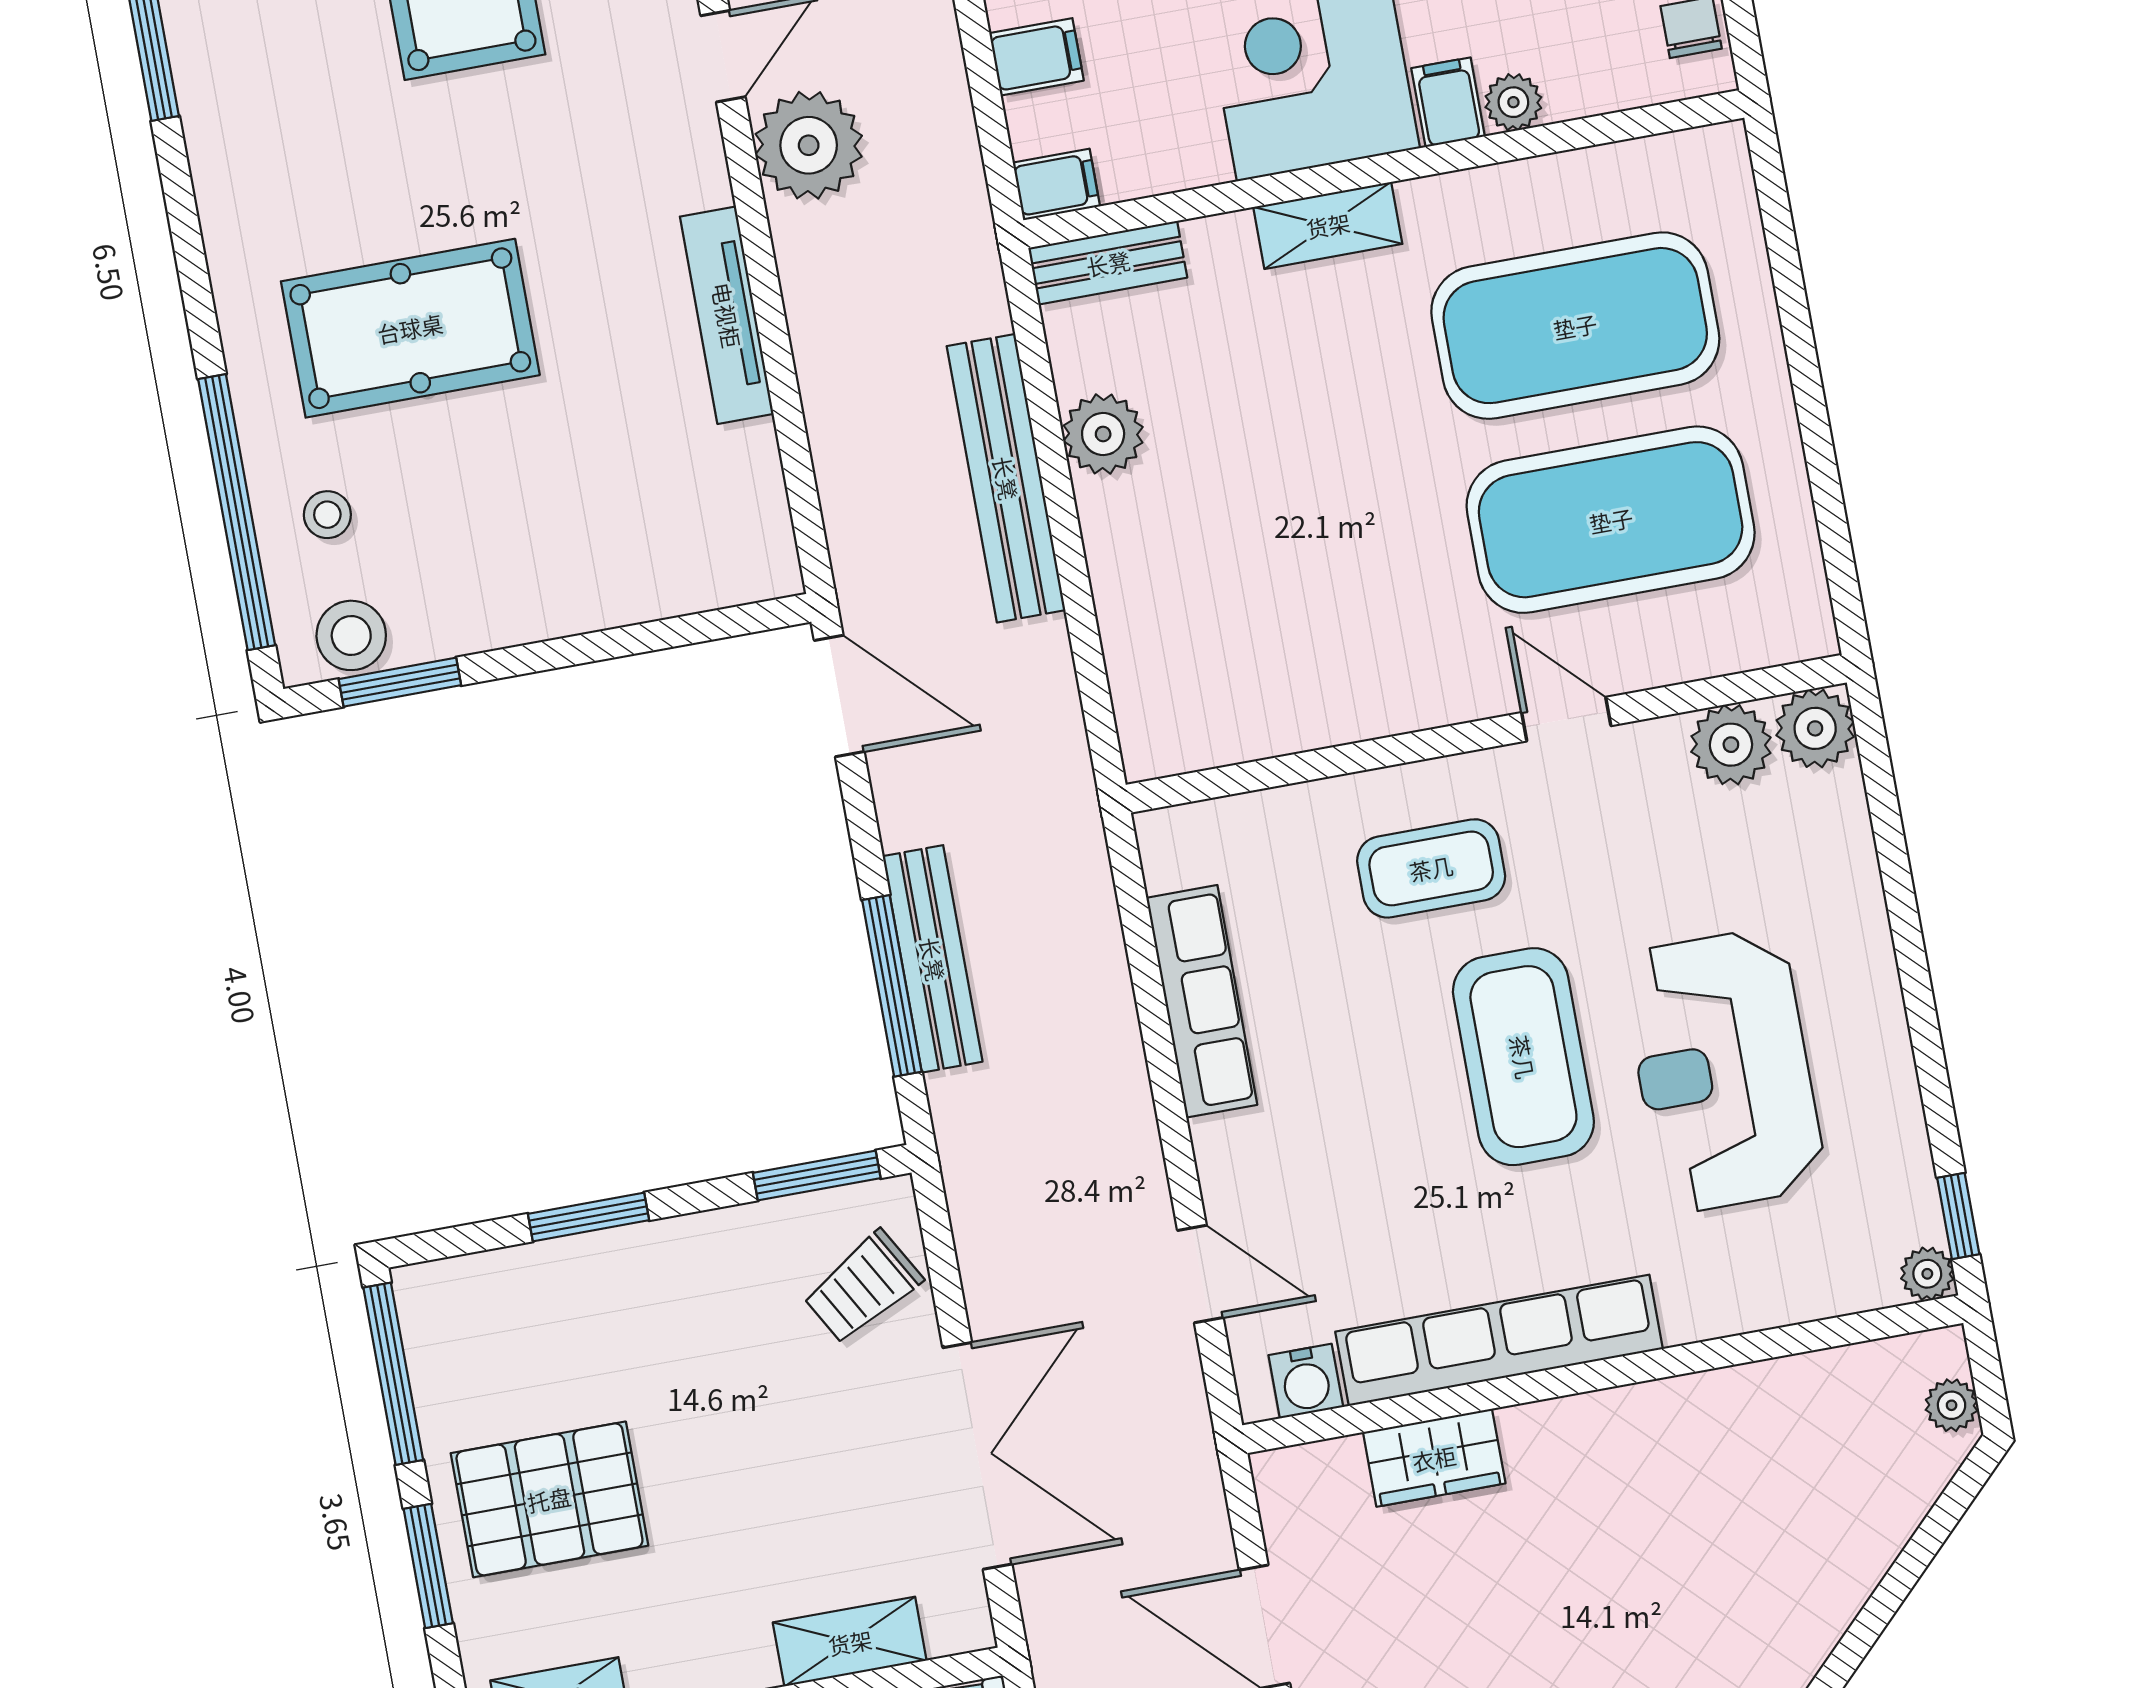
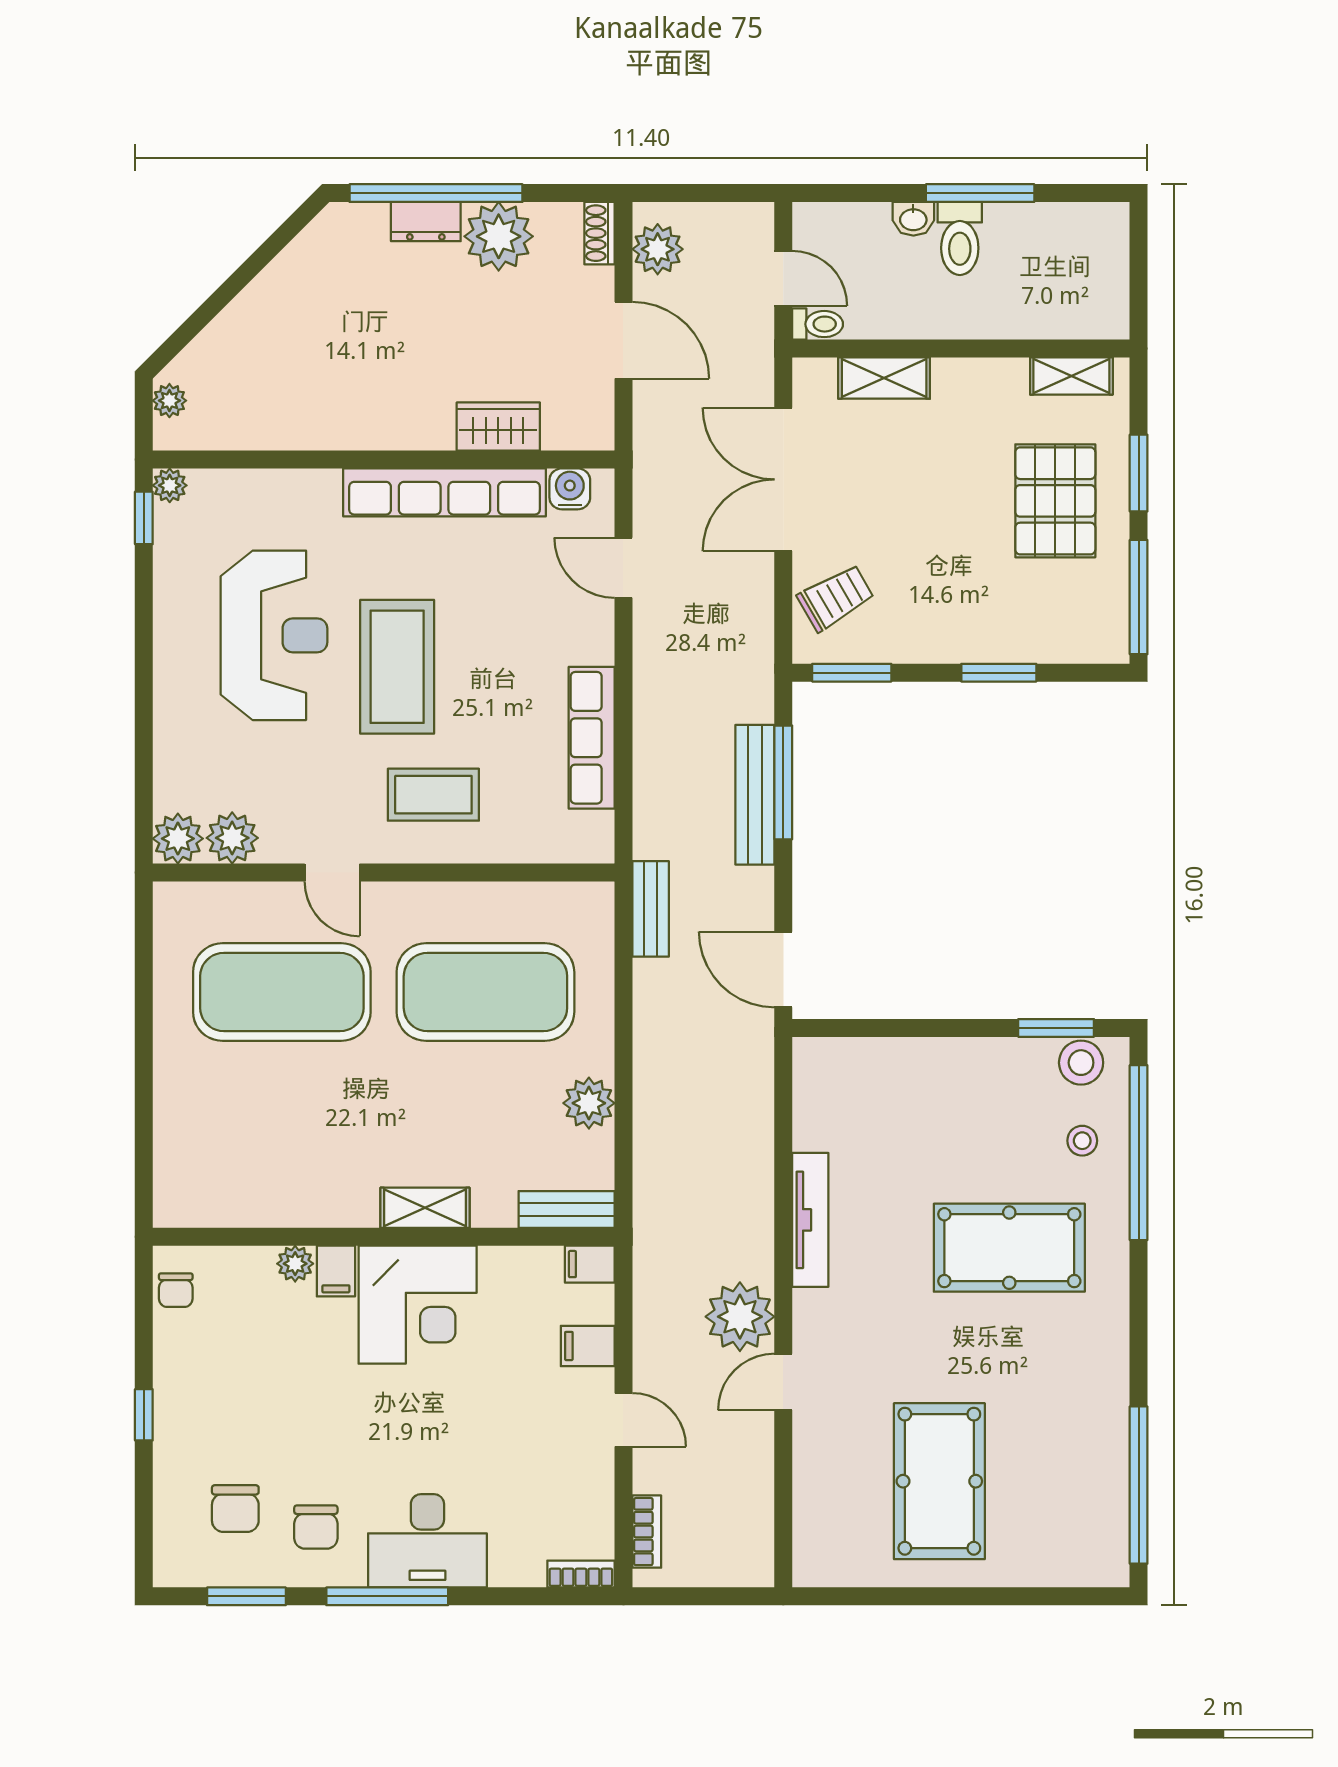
exercise mat: (1575, 326) -> (485, 992), moved
bench: (1006, 478) -> (651, 909), moved, width x0.54, depth x0.82
pallet: (549, 1499) -> (1055, 501), turned 90

